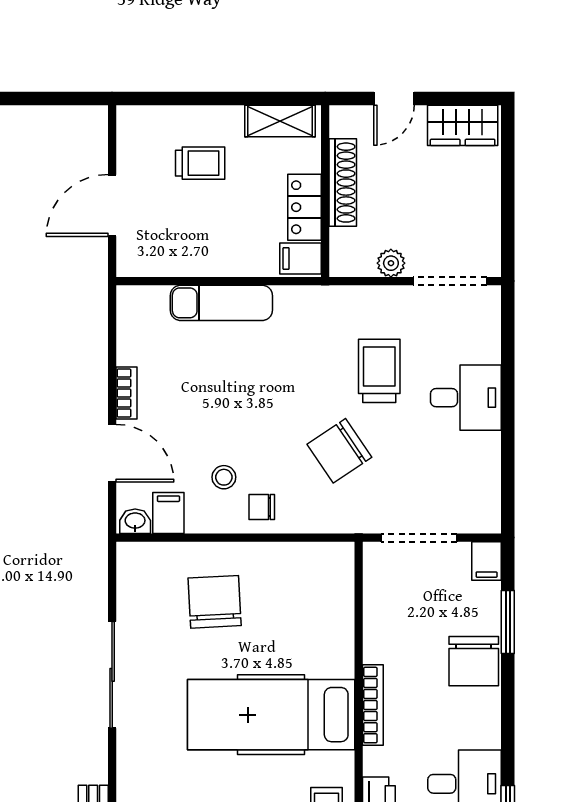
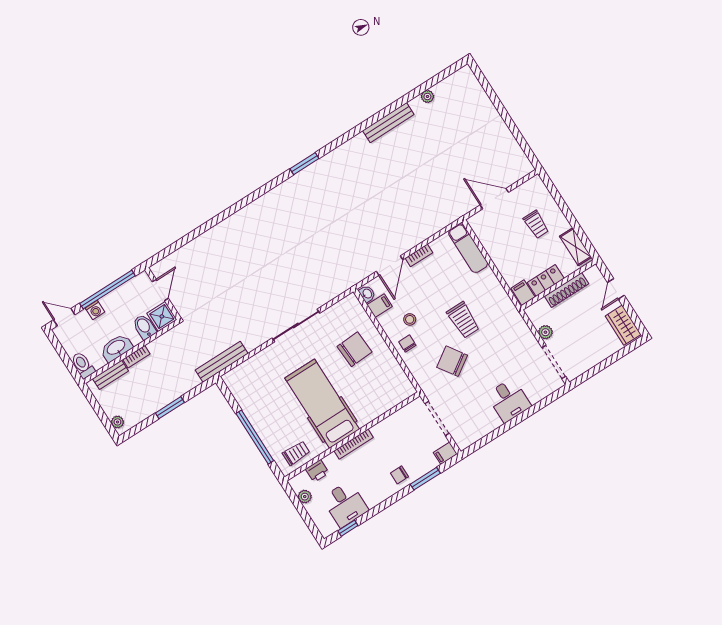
door: (394, 98) -> (616, 289), hinge flipped
exam couch: (221, 303) -> (468, 248), moved
trolley: (379, 371) -> (463, 320), moved, turned 90
chair: (474, 661) -> (399, 475), width x0.54, depth x0.54

